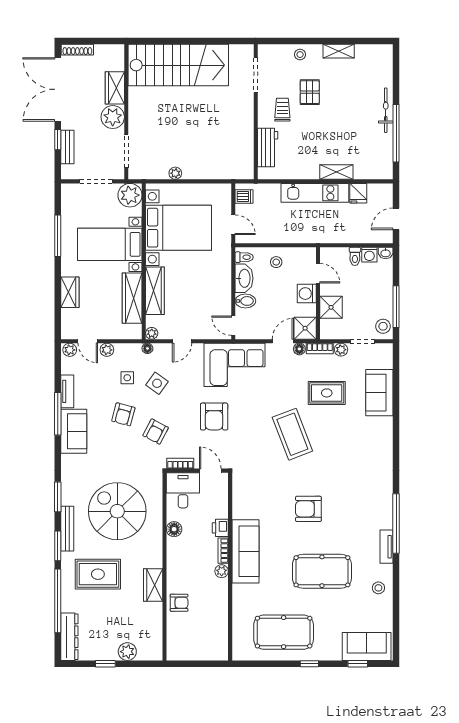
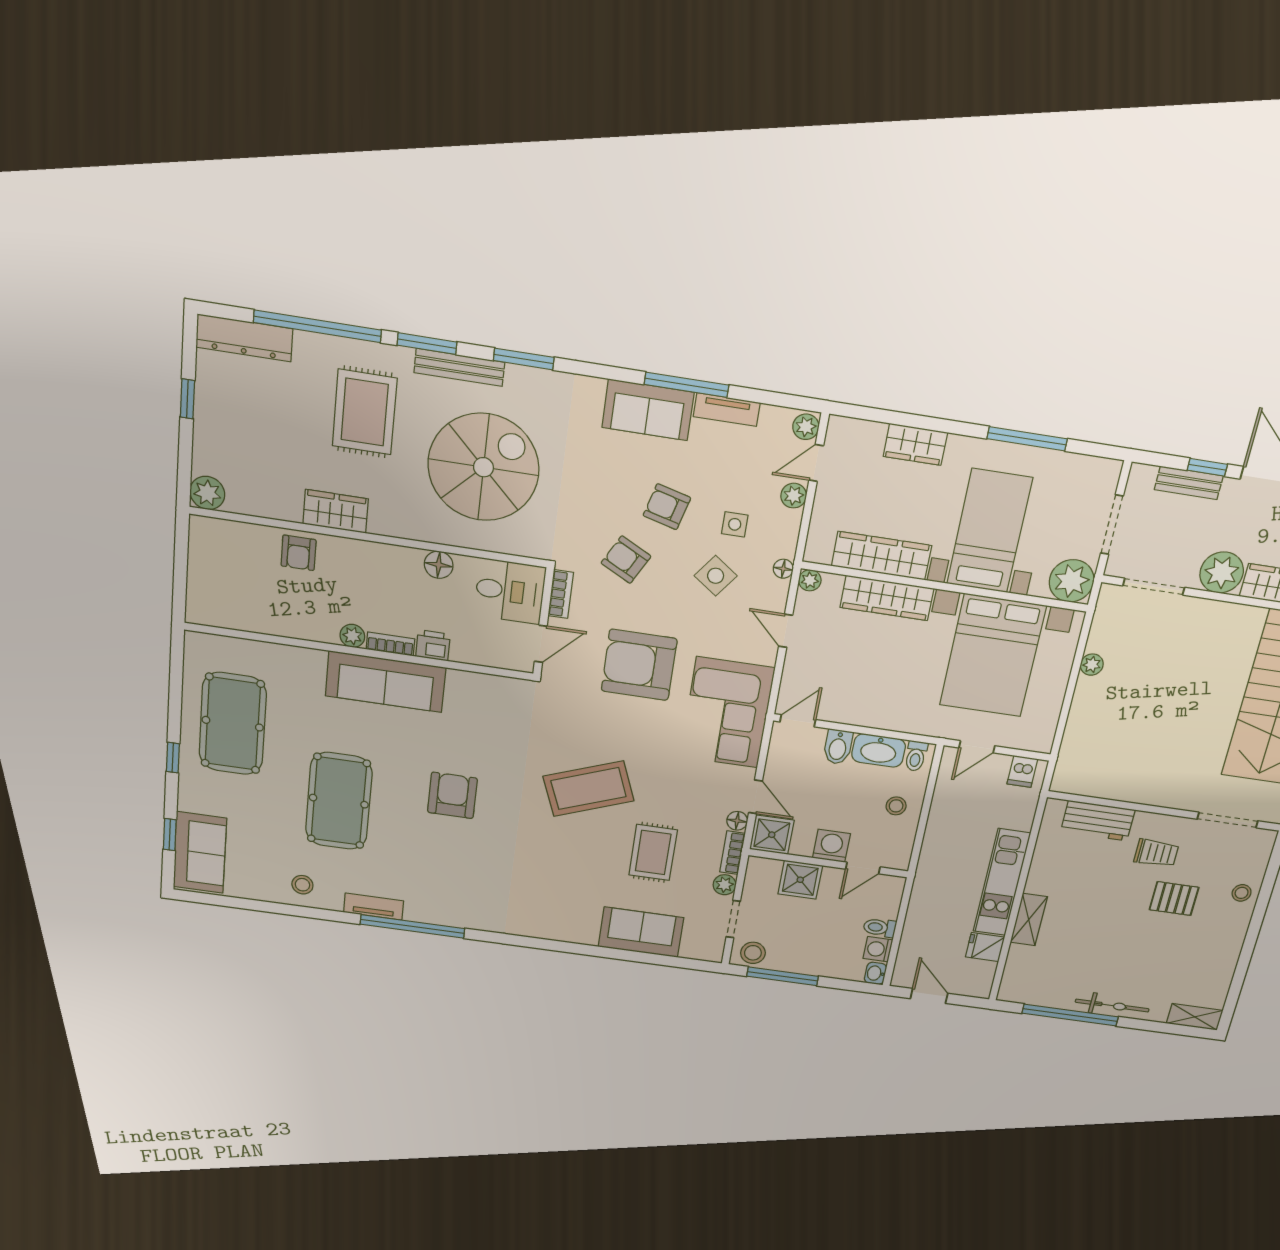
shelving: (339, 51) -> (1195, 1017), moved, turned 90
armchair: (214, 417) -> (639, 665), width x1.36, depth x1.36
plant: (127, 652) -> (207, 493), moved

